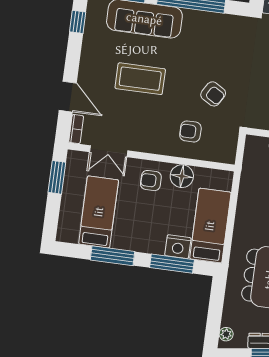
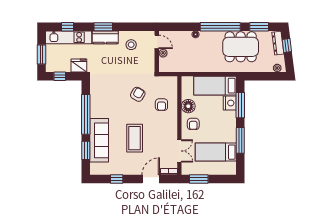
window: (78, 22) -> (117, 179), moved

